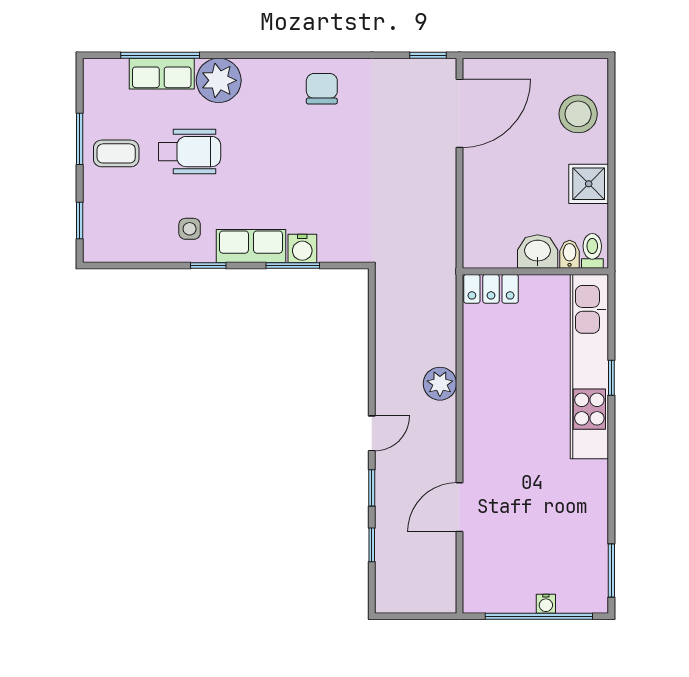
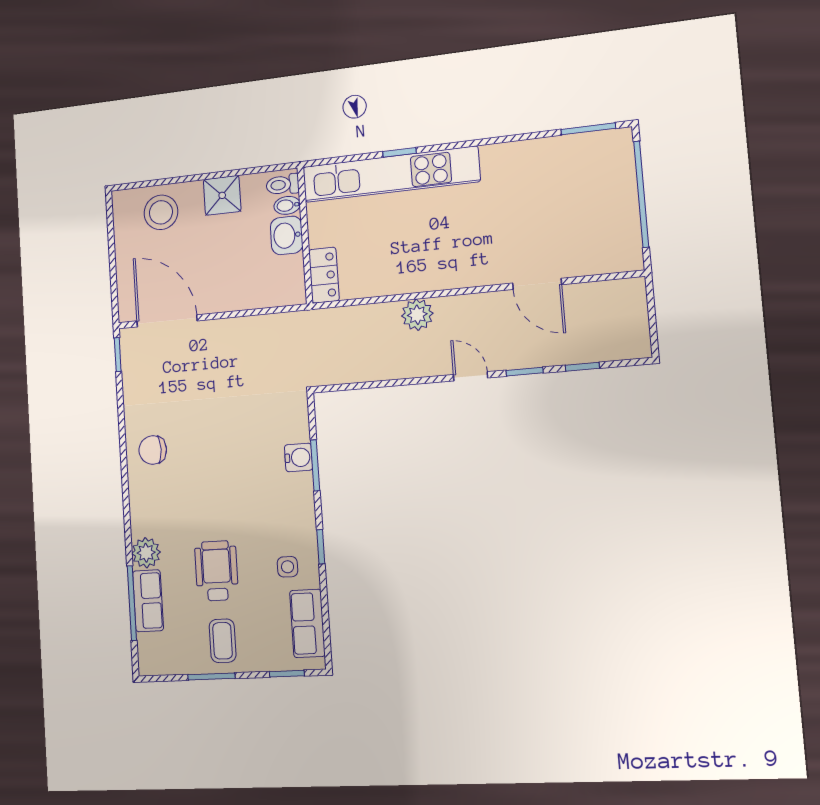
plant: (219, 80) -> (146, 553), width x0.73, depth x0.73
row of seats: (251, 246) -> (307, 623), moved
water cooler: (546, 604) -> (628, 189), removed

